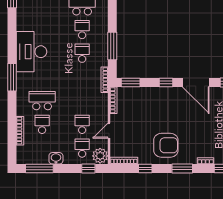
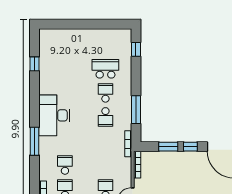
school desk: (82, 53) -> (105, 117), turned 180
window: (131, 83) -> (168, 147), moved
school desk: (42, 101) -> (65, 165), width x0.54

